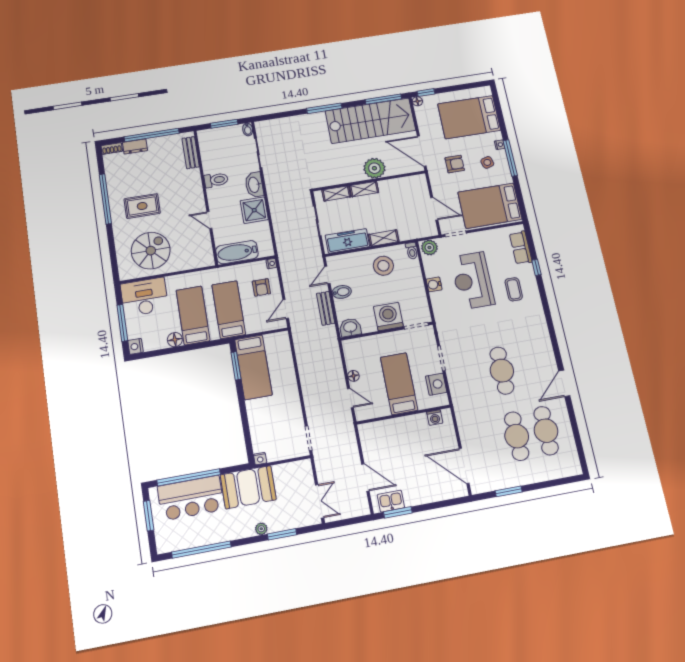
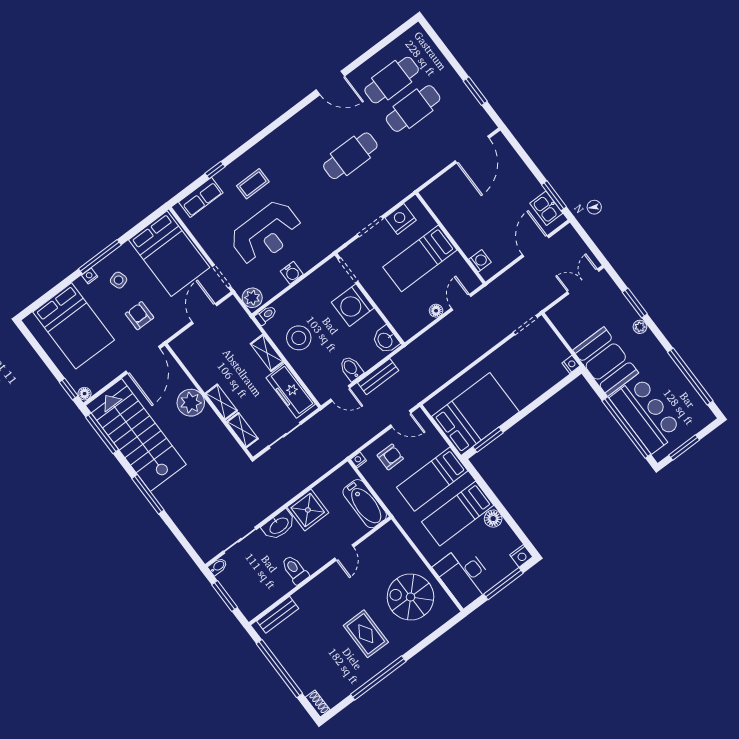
dresser: (135, 146) -> (302, 679), removed
bed: (253, 367) -> (475, 414), width x1.50
washing machine: (435, 418) -> (480, 261), moved

